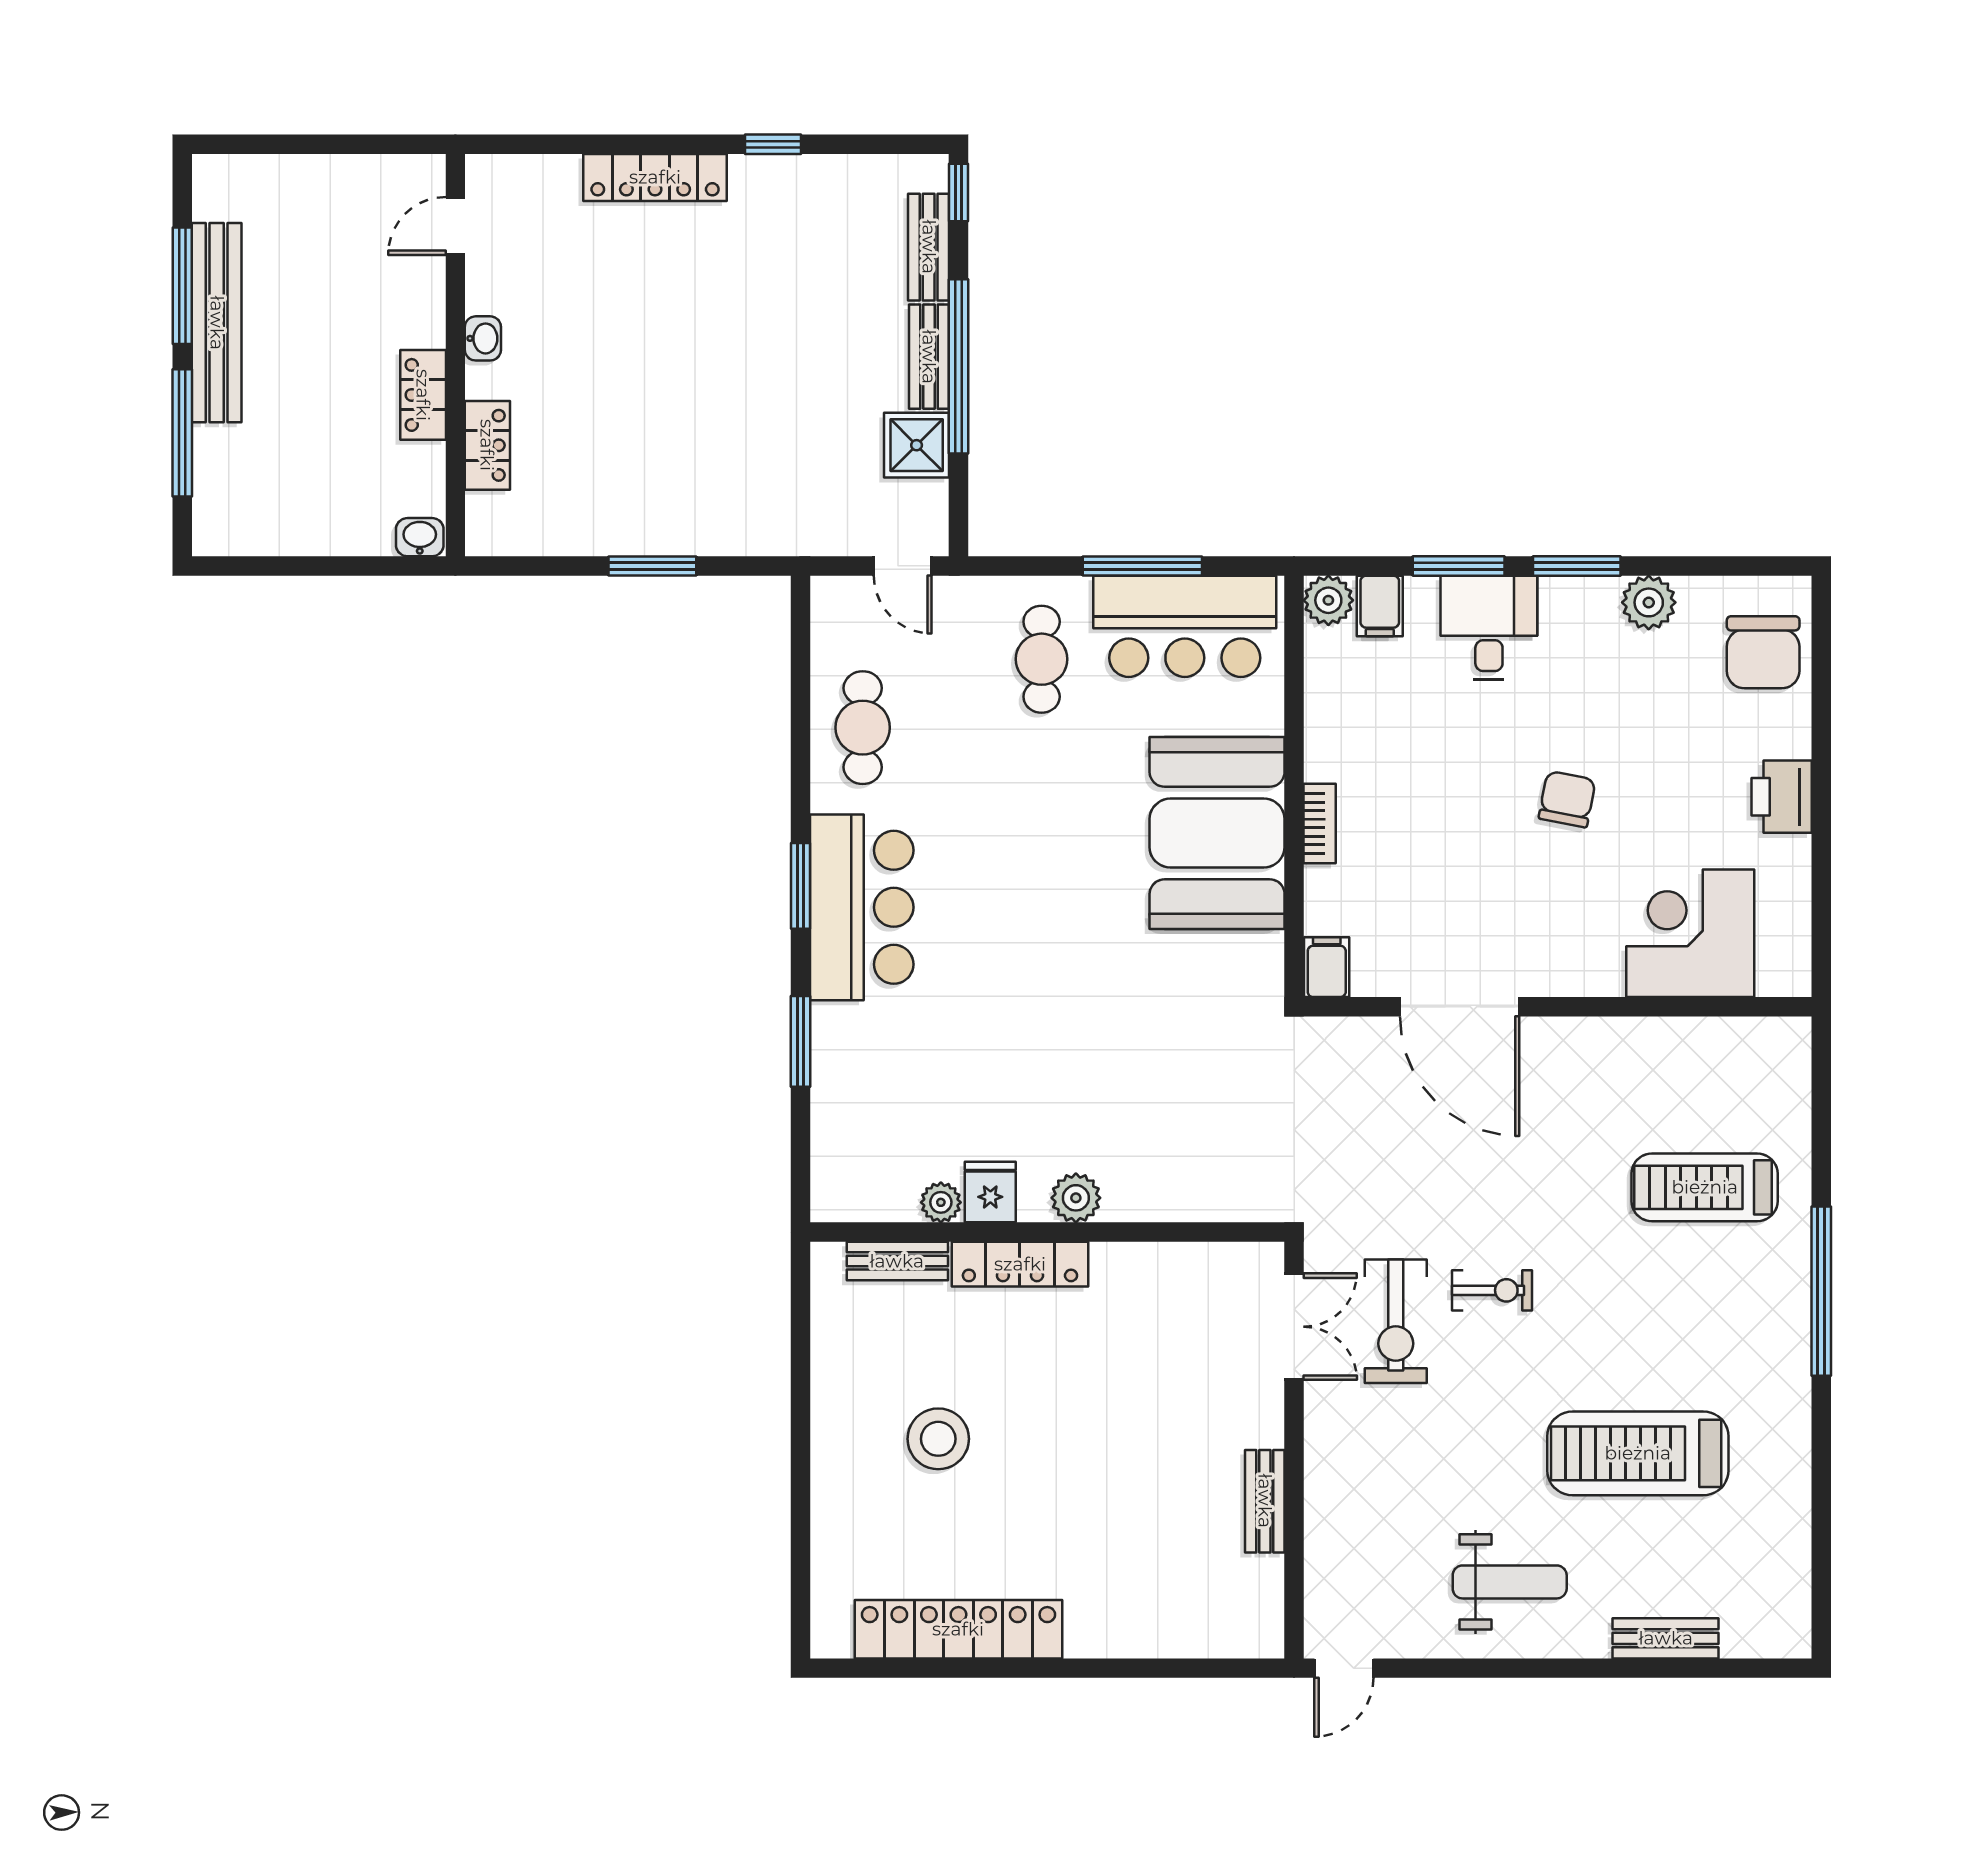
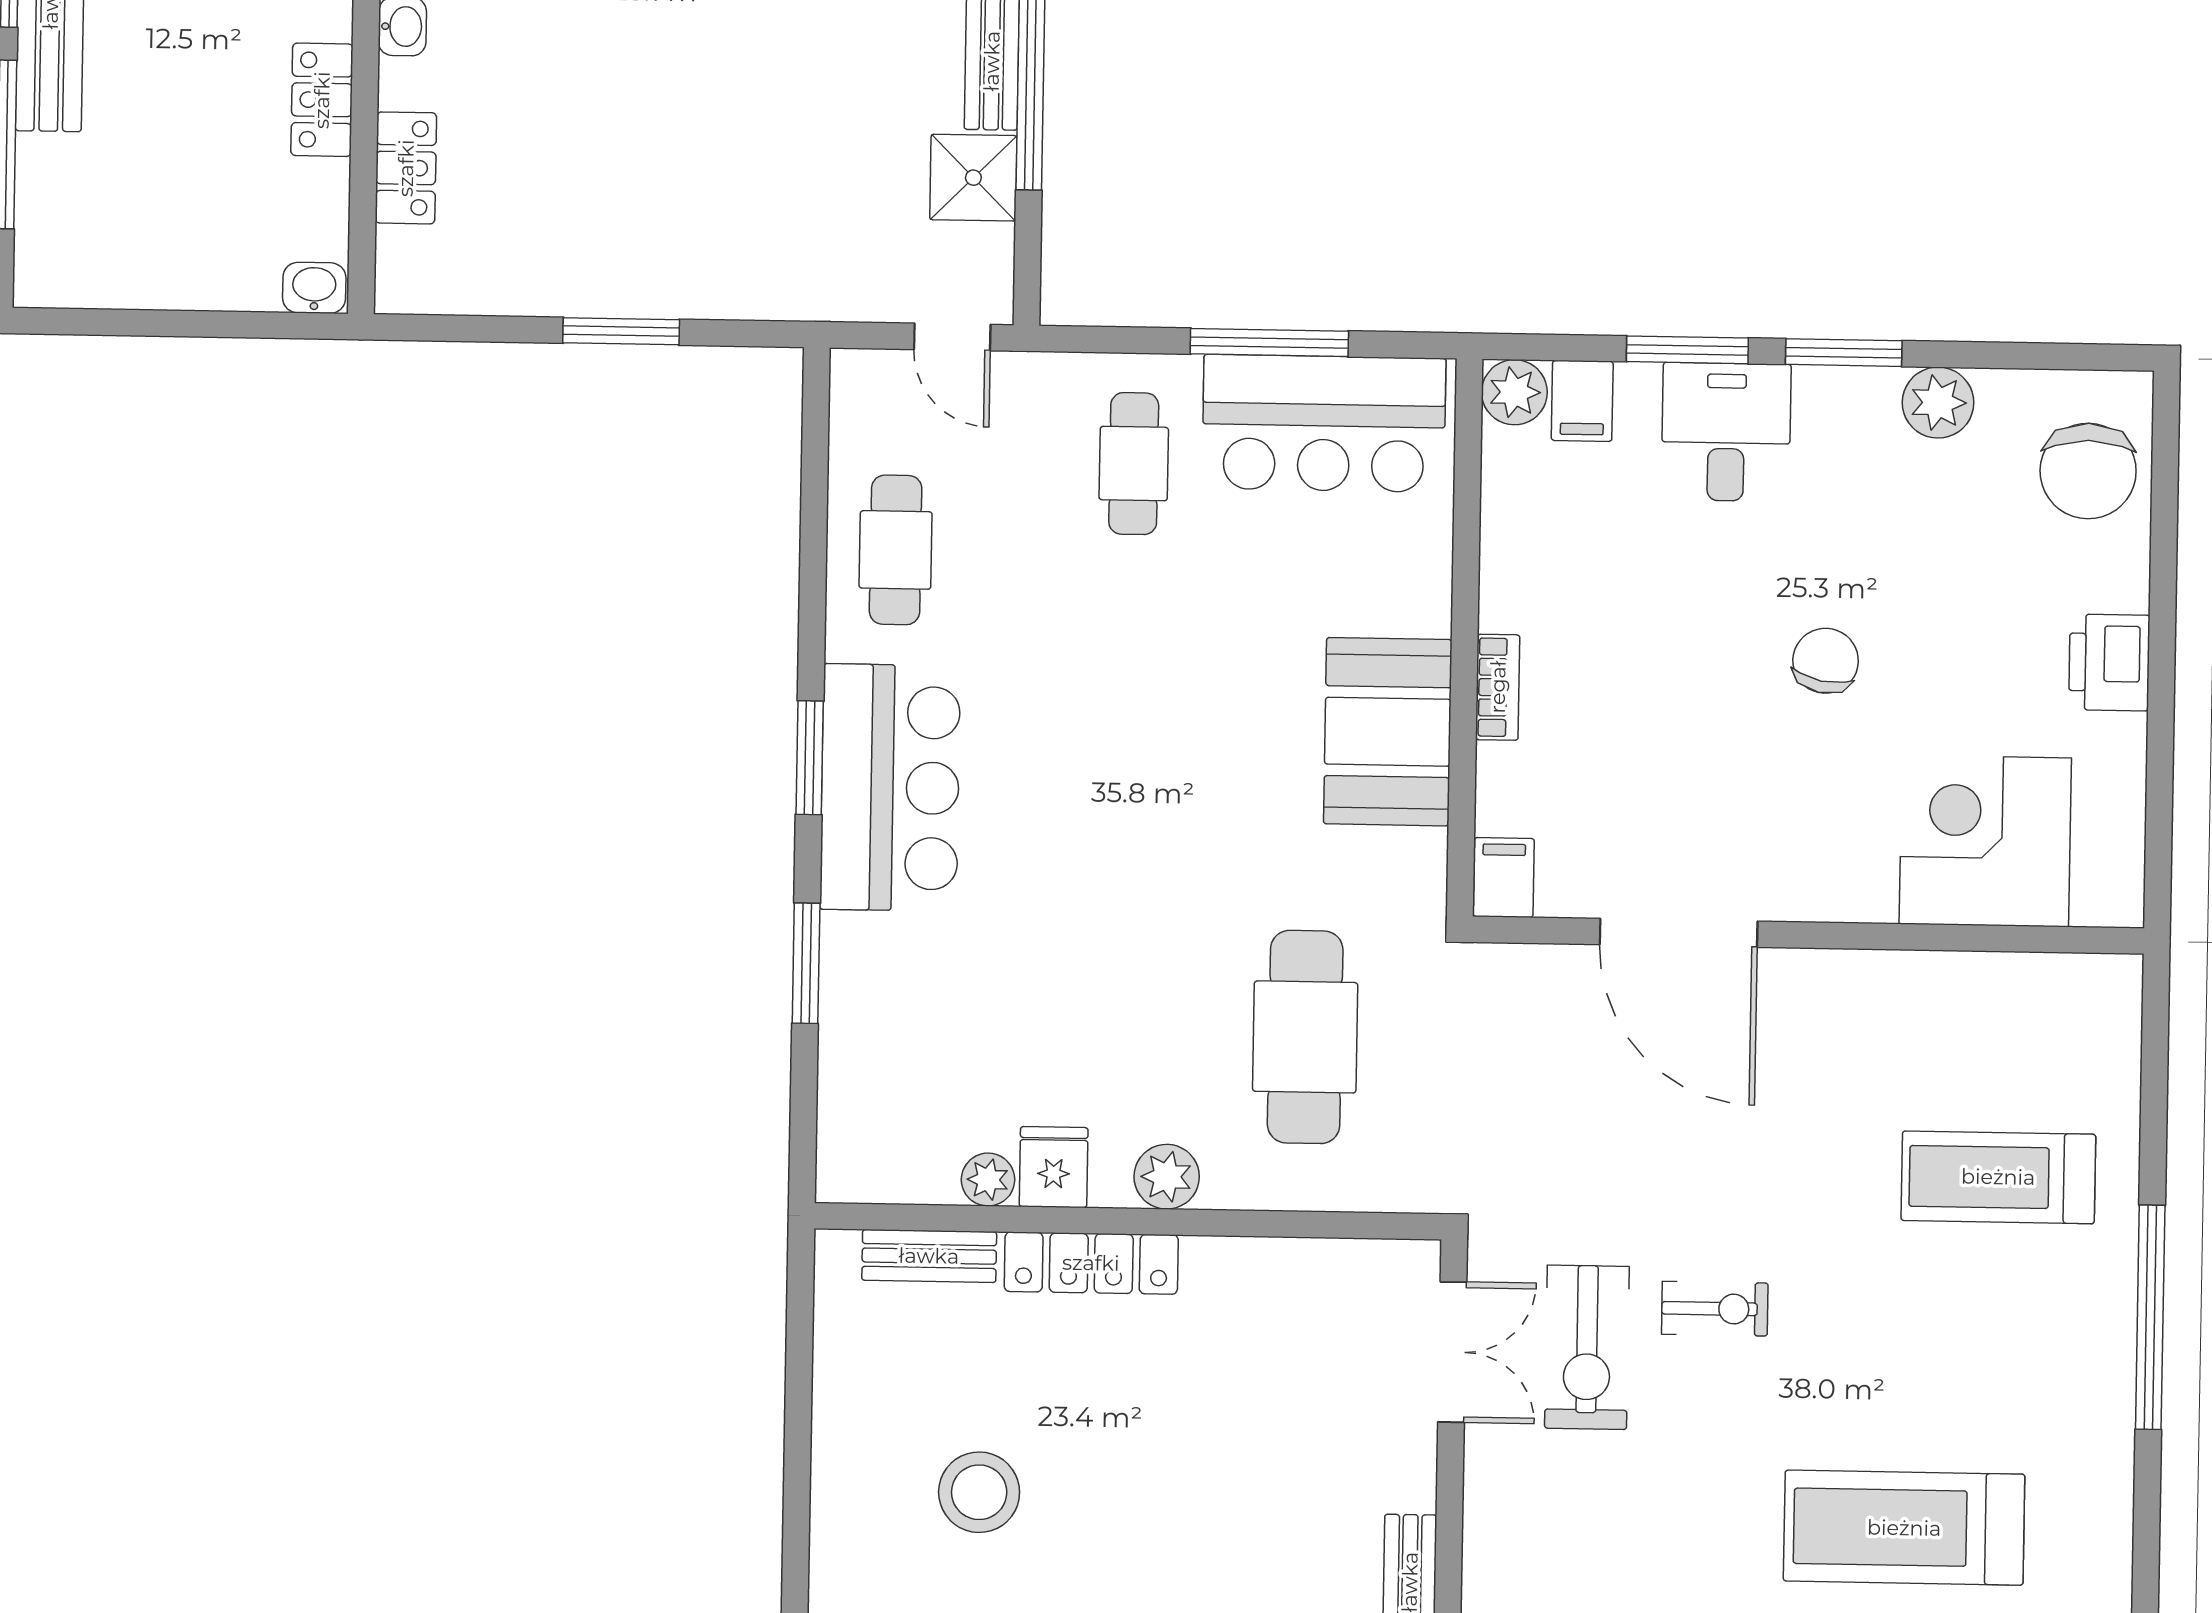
booth: (1217, 833) -> (1388, 732), width x0.73, depth x0.70
cafe table: (1179, 1090) -> (1305, 1037), added

